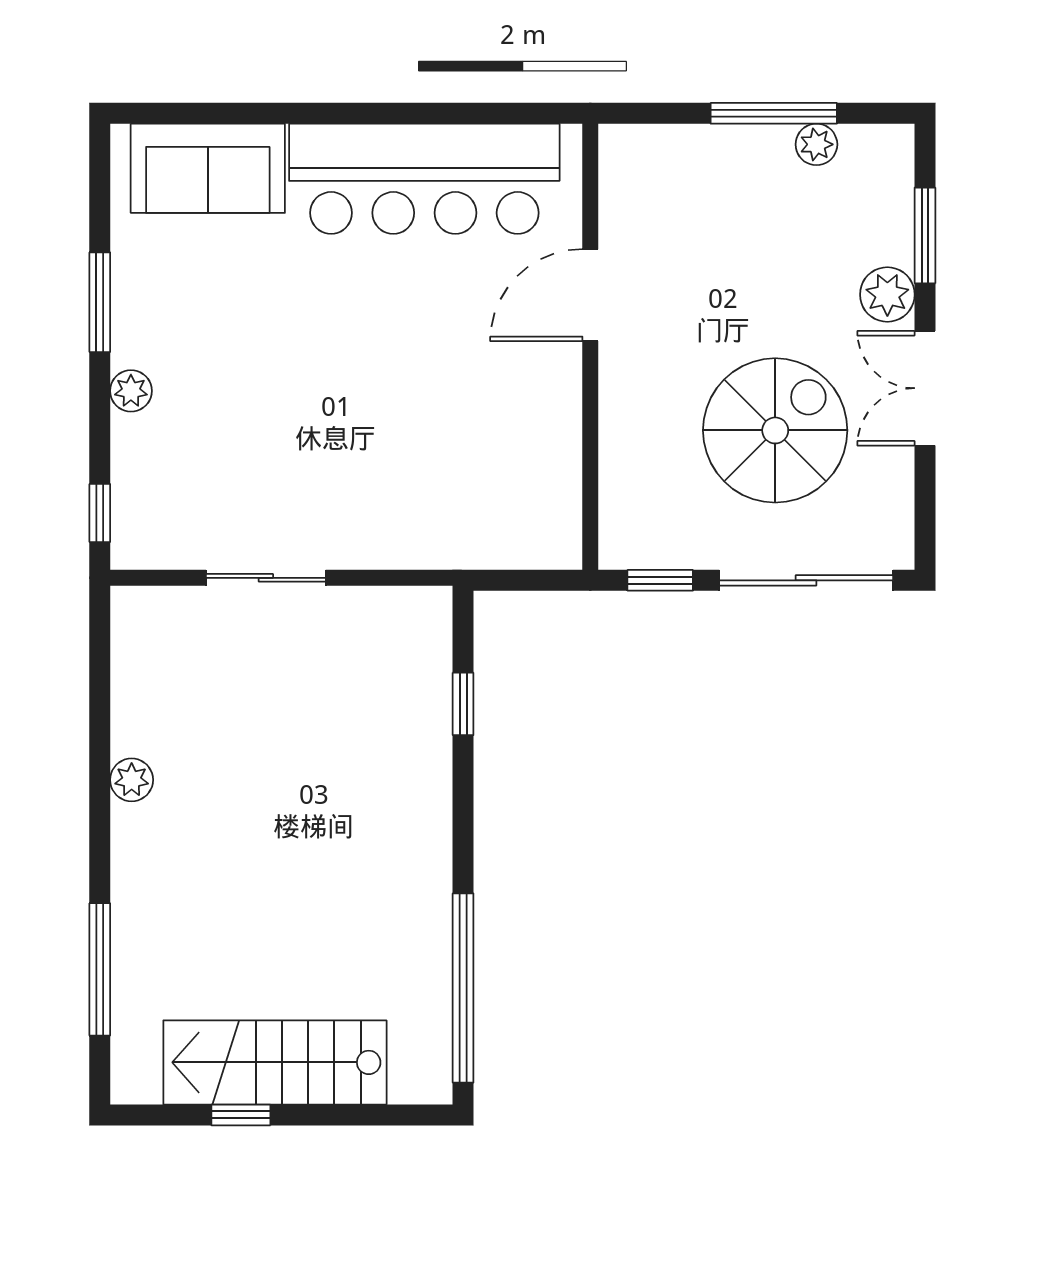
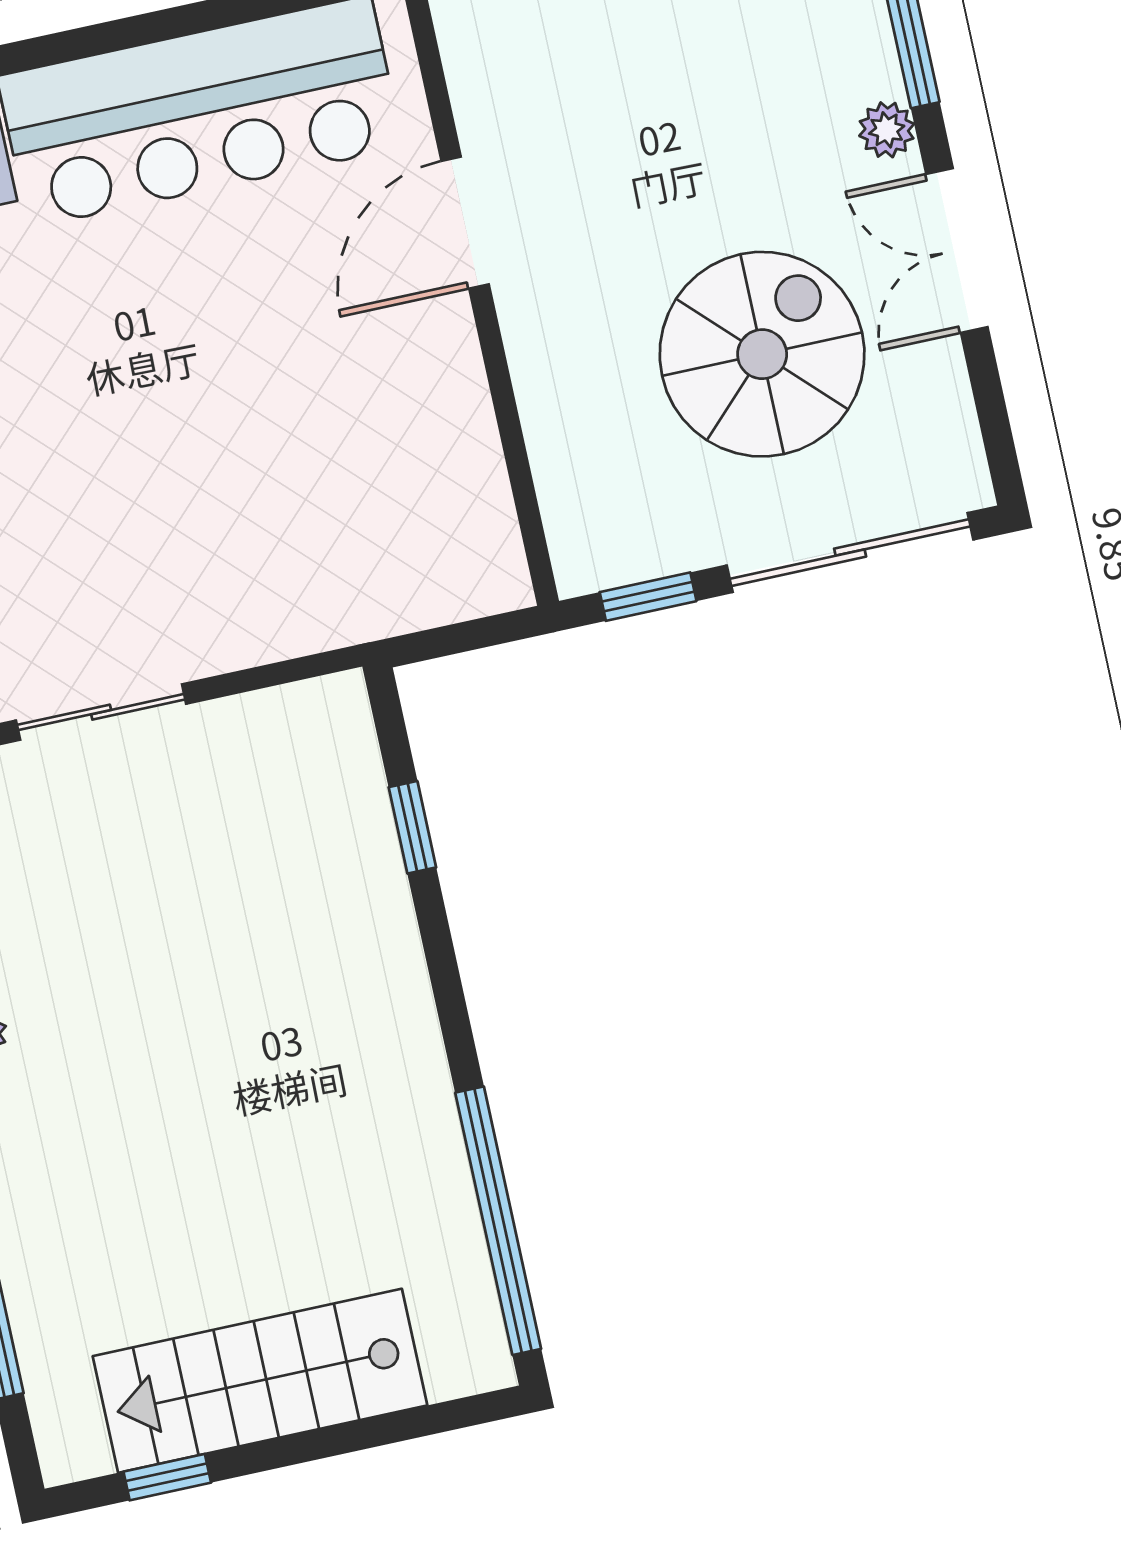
plant: (887, 295) -> (887, 130), width x0.73, depth x0.73
window: (241, 1115) -> (167, 1477), moved

